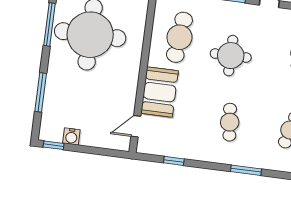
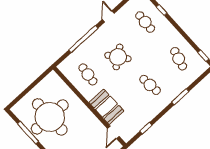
cafe table: (179, 37) -> (88, 74), width x0.73, depth x0.74
round table: (231, 56) -> (118, 57), turned -38

